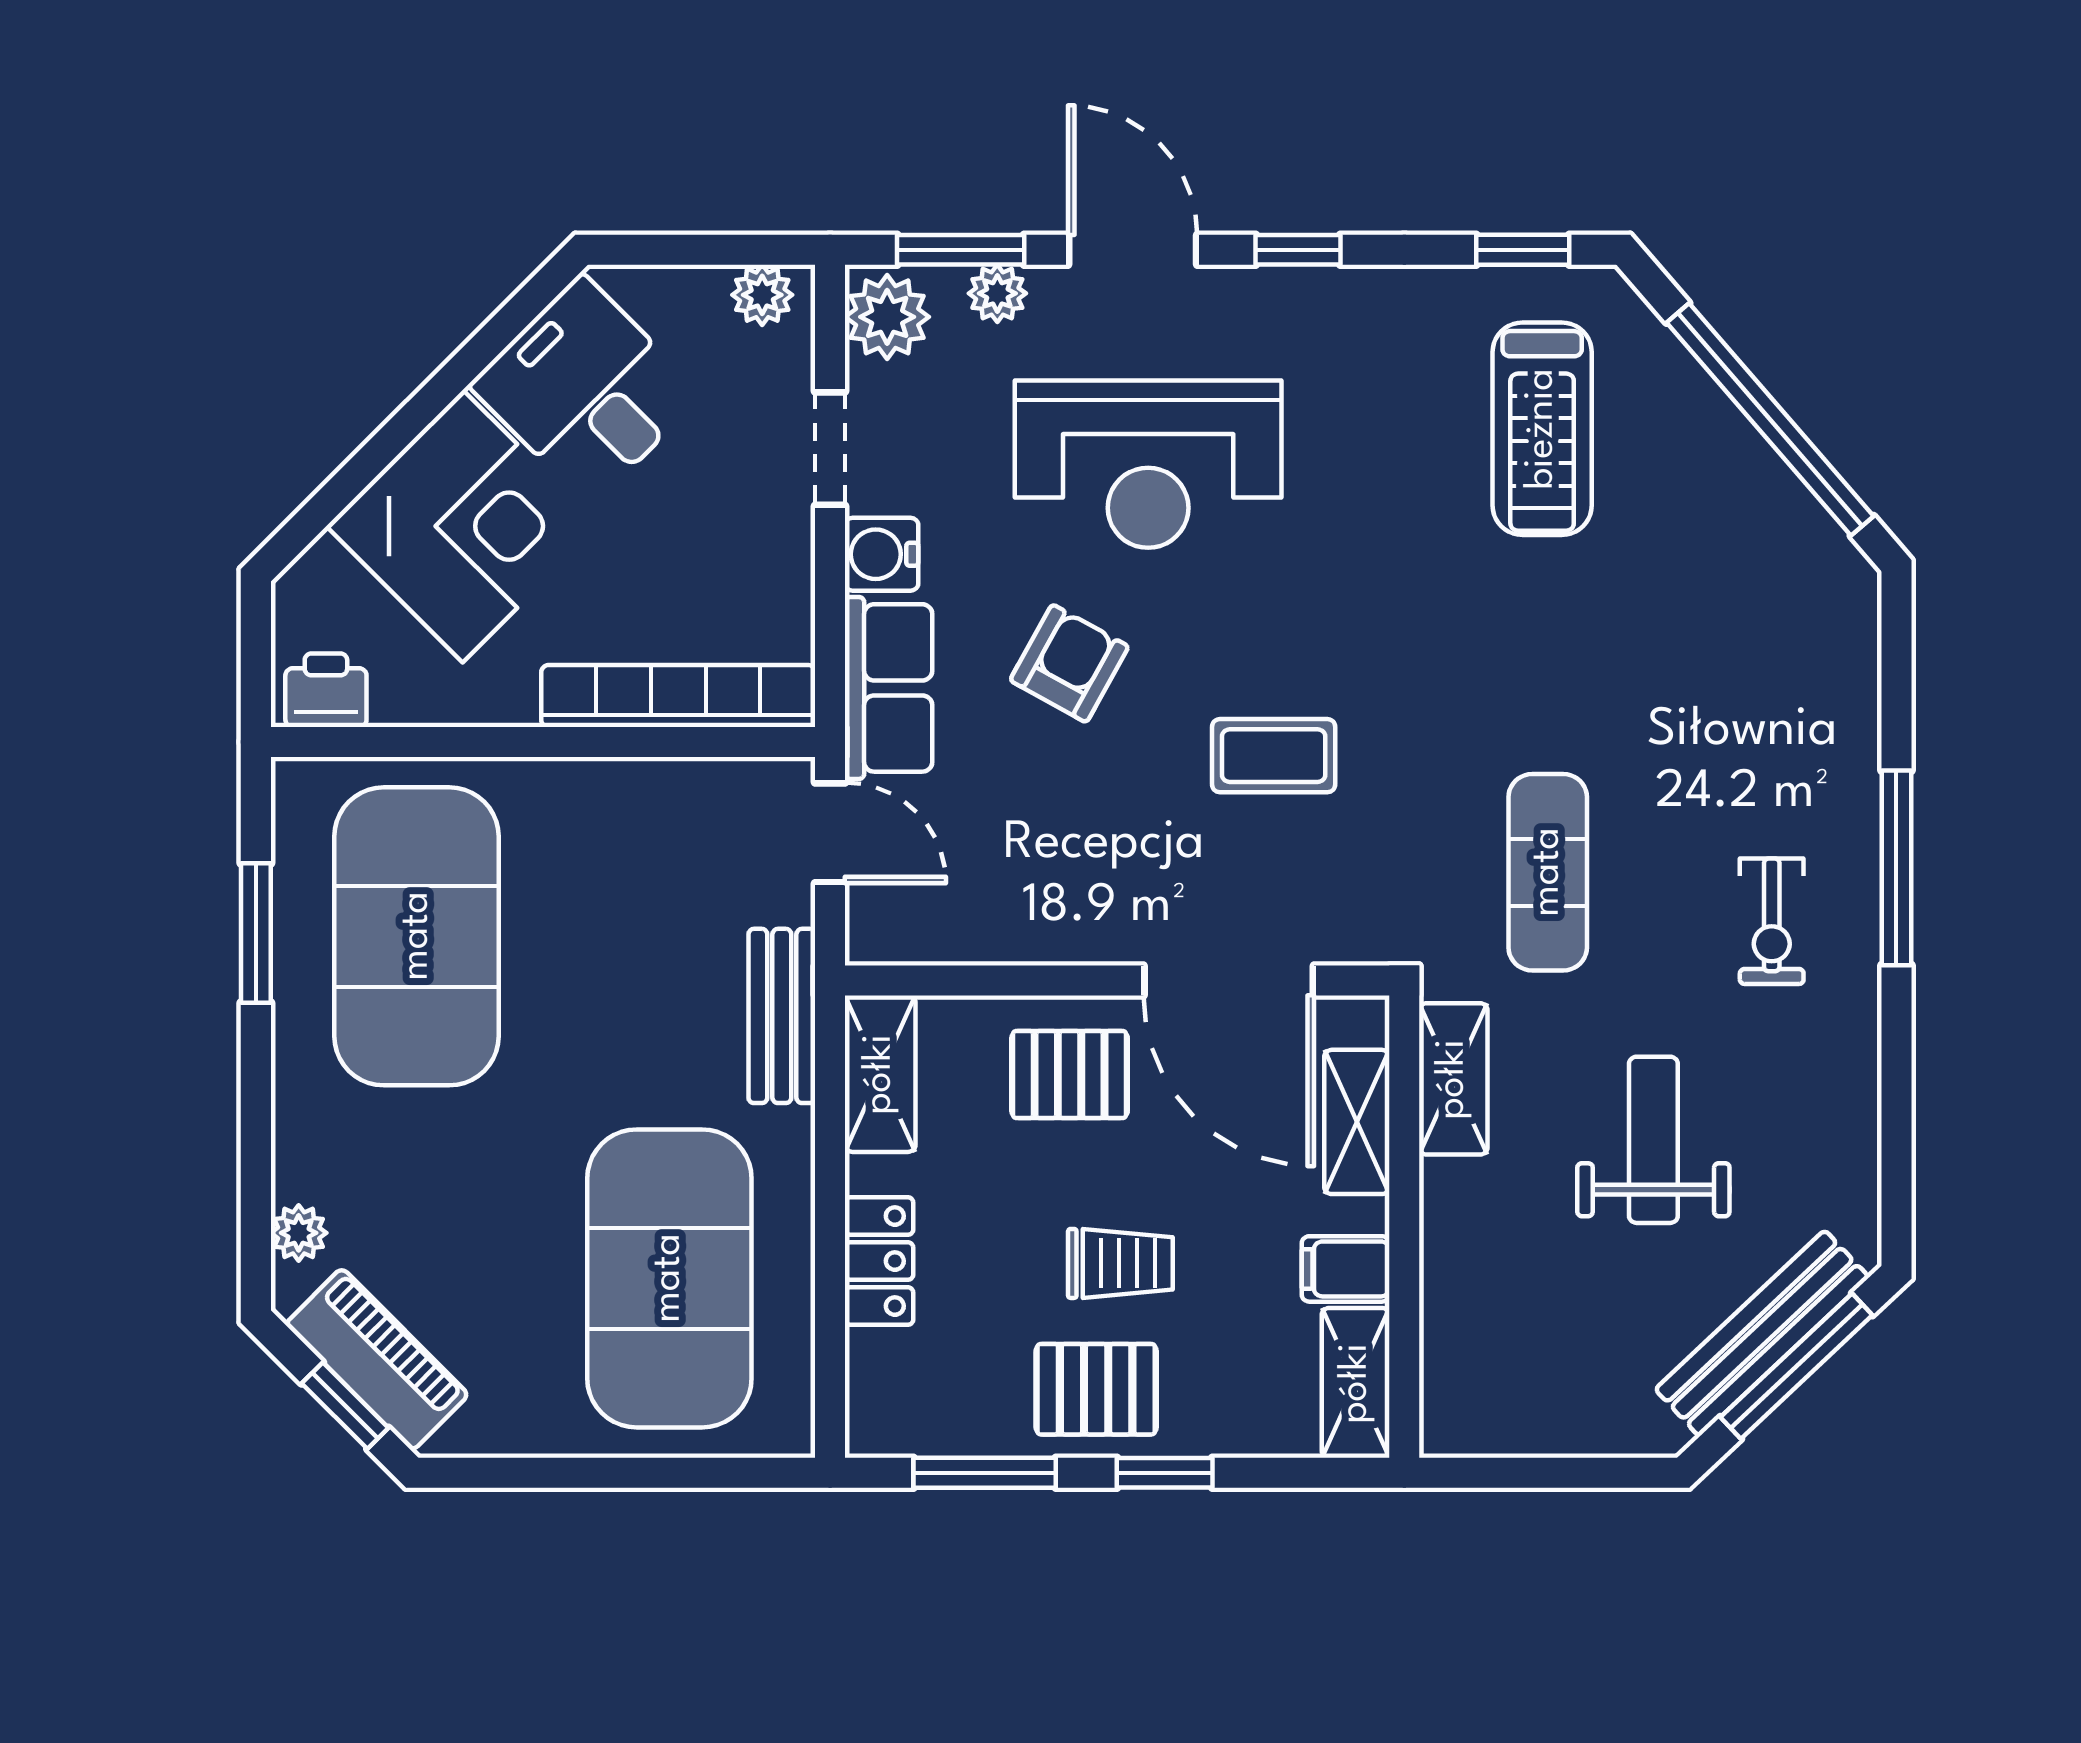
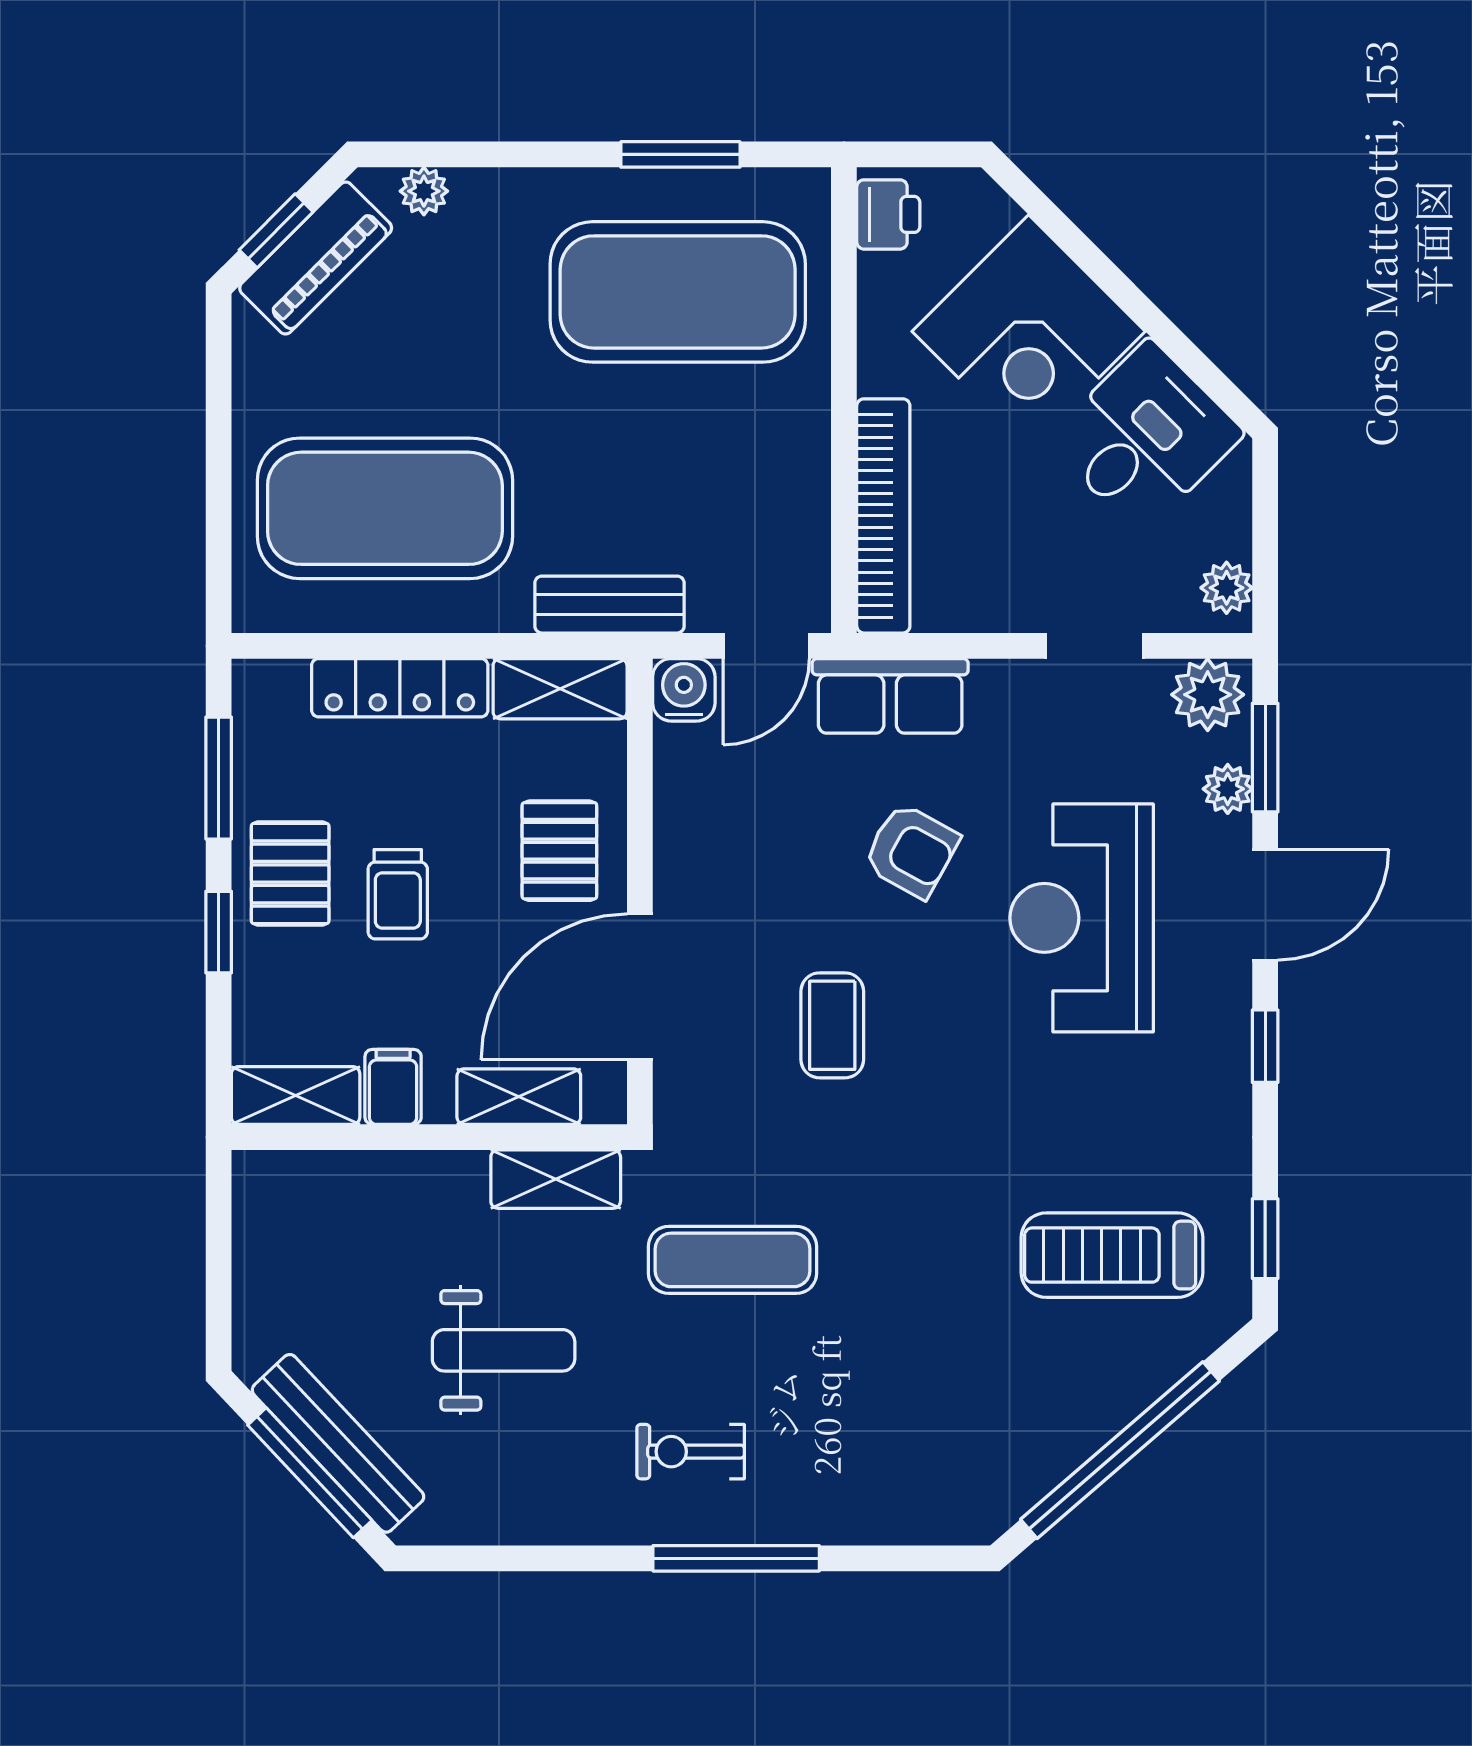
water cooler: (882, 554) -> (684, 690), moved
locker: (879, 1261) -> (400, 688), width x1.53

